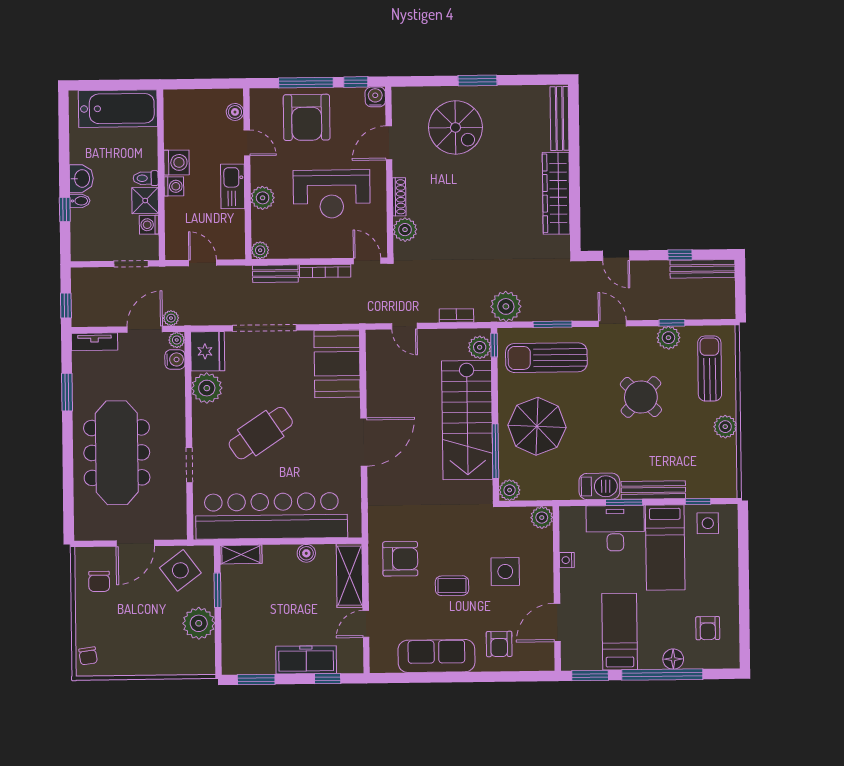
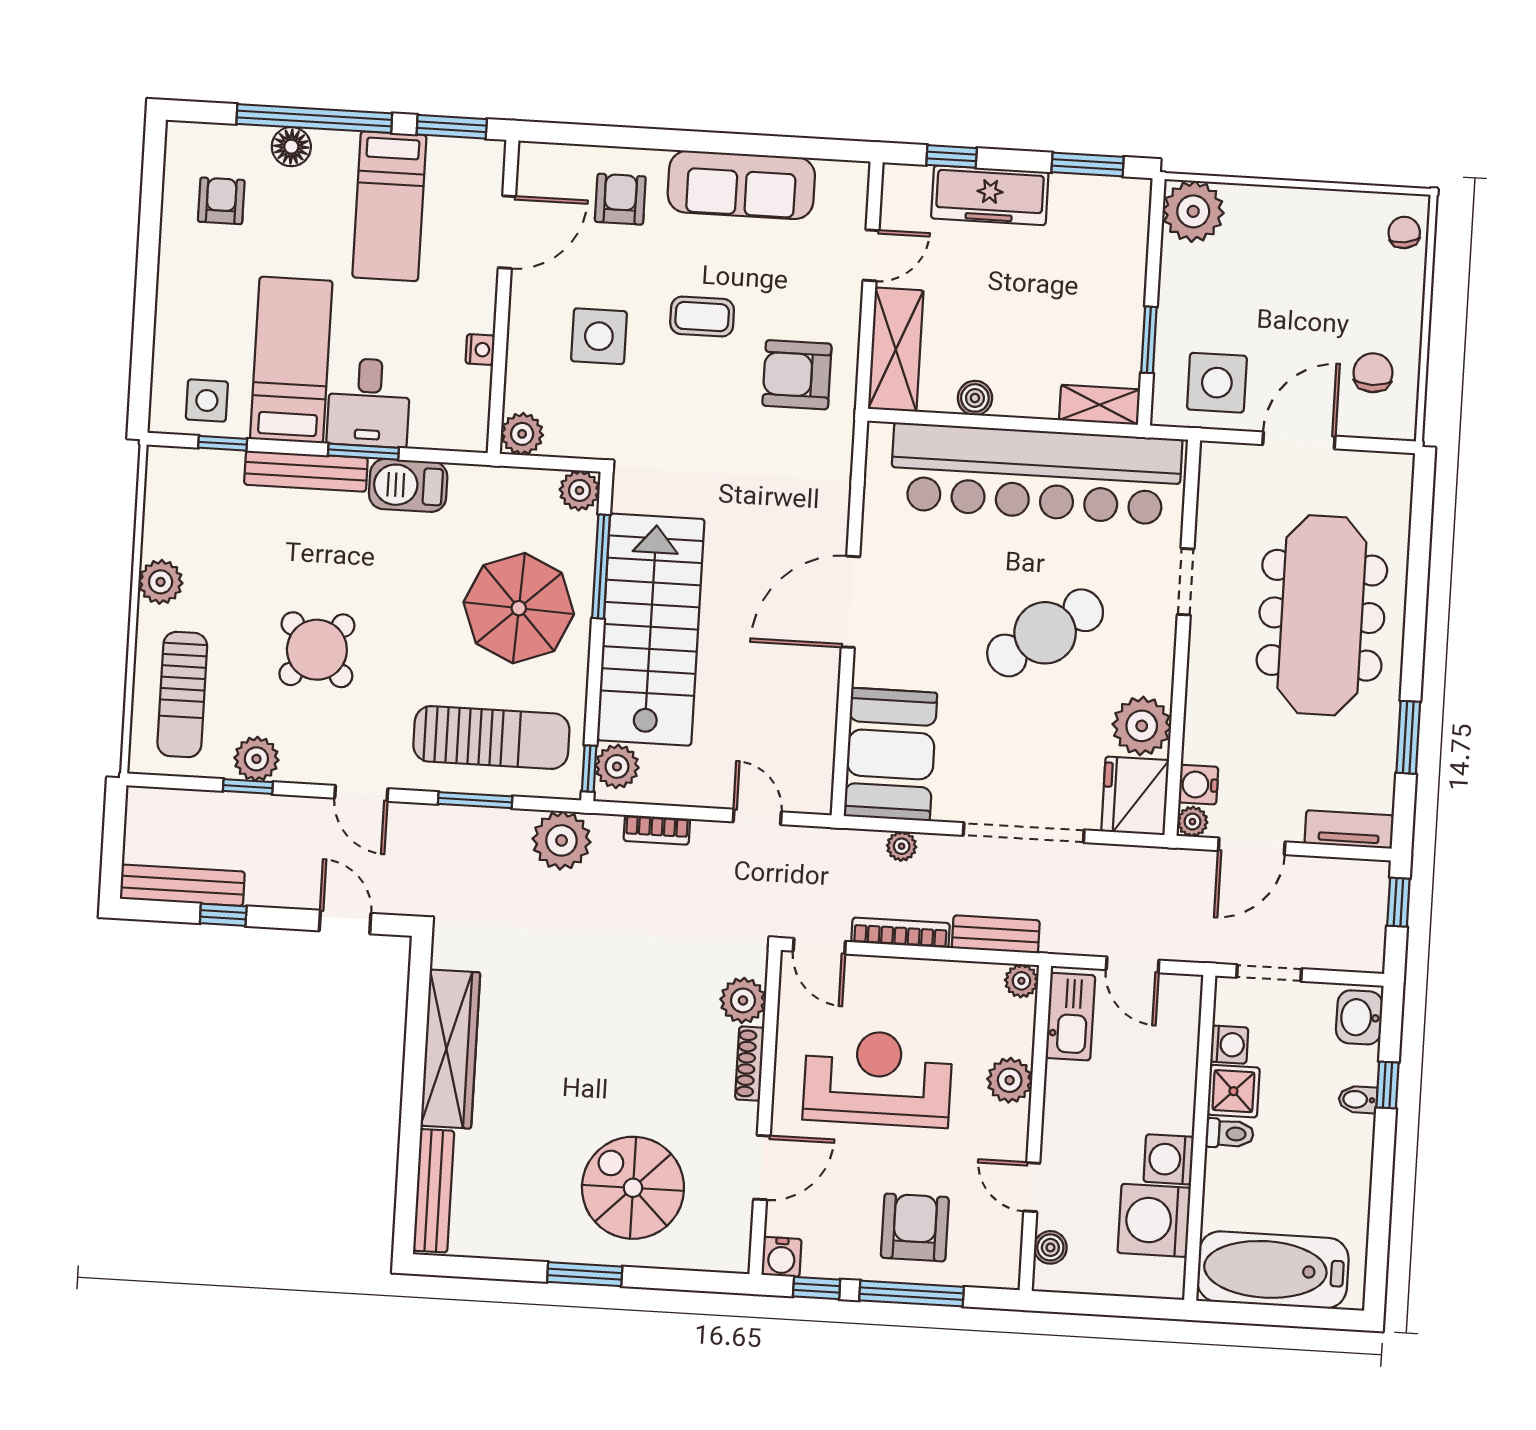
armchair: (307, 117) -> (915, 1227), width x0.73, depth x0.73
washbasin: (81, 178) -> (1359, 1017), moved
washing machine: (174, 186) -> (1154, 1220), moved, width x1.89, depth x1.89
kitchen sink: (233, 186) -> (1070, 1017), moved
plant: (171, 318) -> (902, 846), moved
desk: (615, 528) -> (369, 403), width x0.73
side table: (180, 570) -> (1217, 383), turned 37
plant: (199, 623) -> (1193, 211), moved

